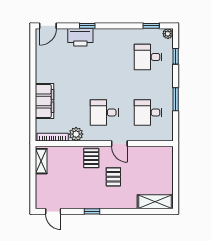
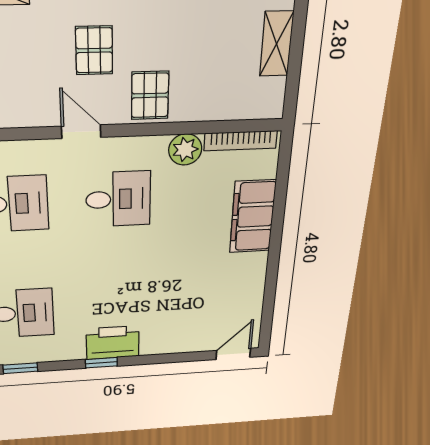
window: (87, 26) -> (101, 363), moved
printer: (80, 37) -> (113, 343), moved
shelving: (41, 161) -> (277, 44), moved

